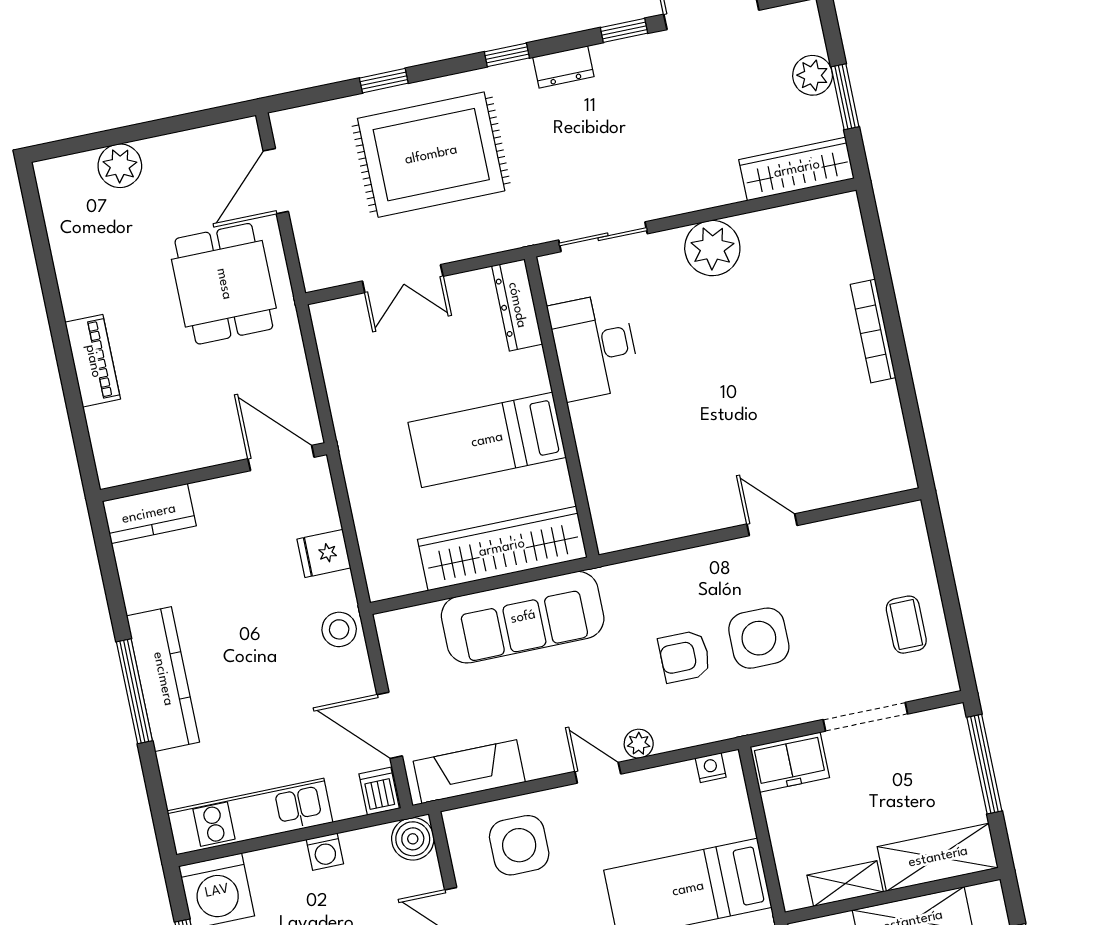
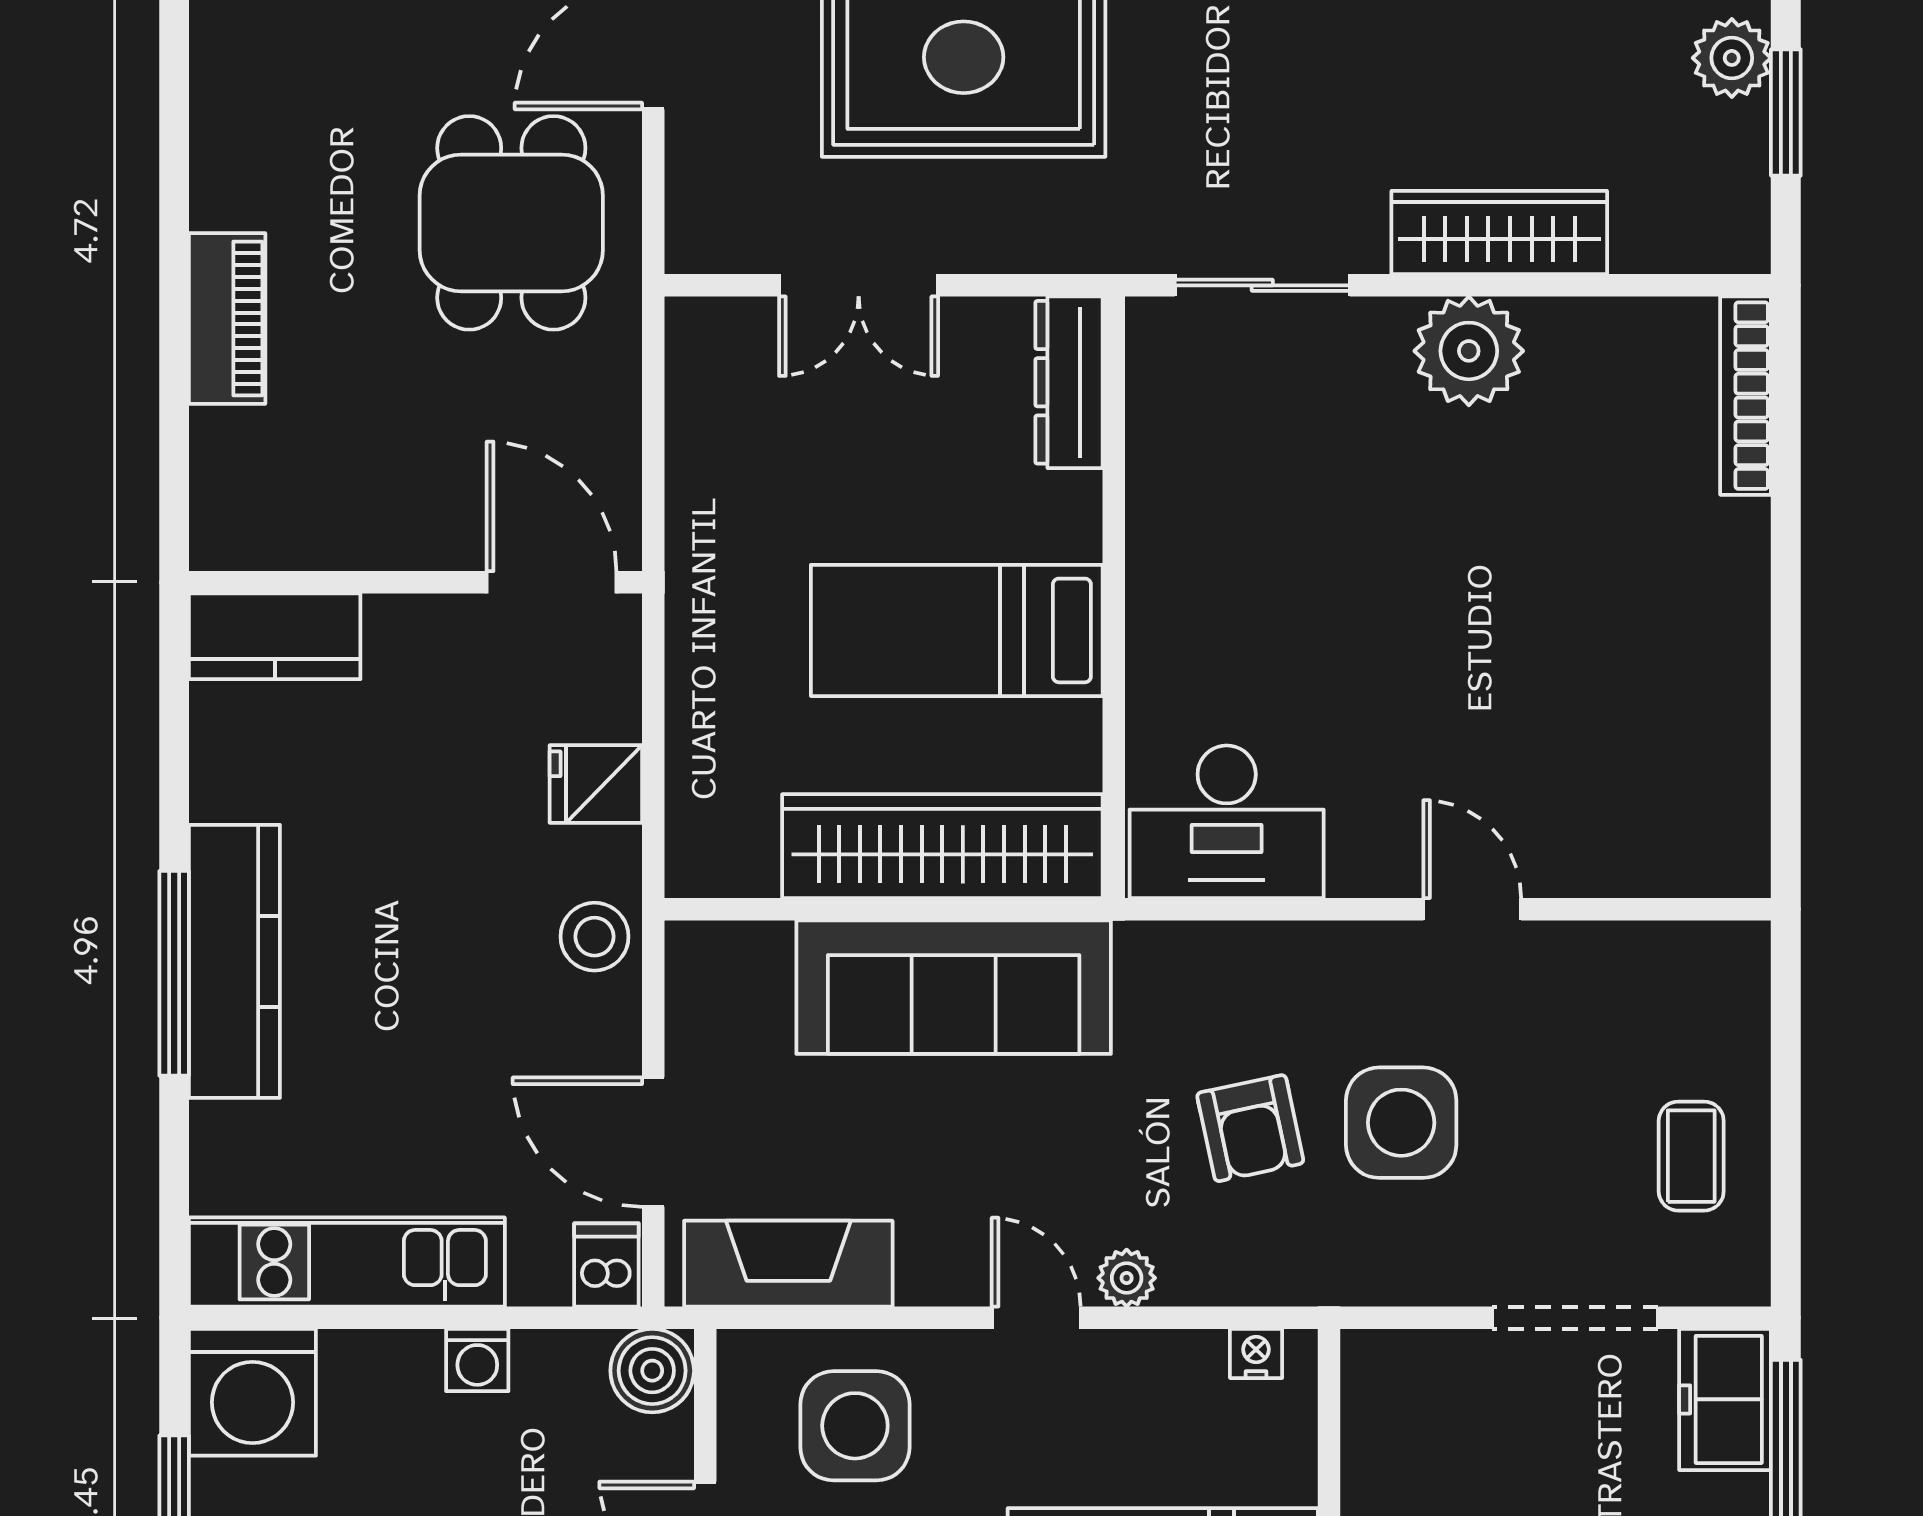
wardrobe: (797, 169) -> (1499, 232), moved
bookcase: (873, 331) -> (1746, 396), moved
desk: (594, 346) -> (1227, 822), moved, turned -90
armchair: (685, 656) -> (1250, 1128), turned -102
freezer: (790, 762) -> (1725, 1399), moved, turned 90

